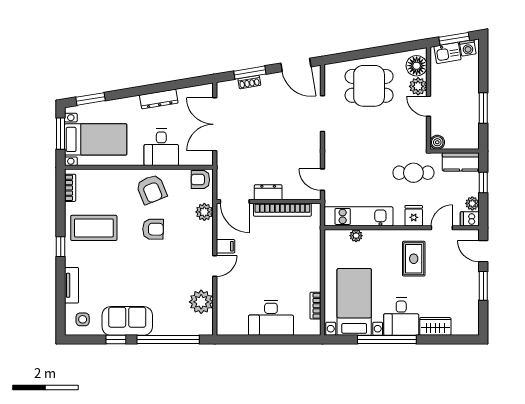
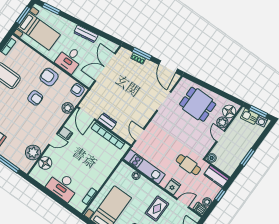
armchair: (151, 189) -> (49, 77), turned 112
floor lamp: (227, 304) -> (45, 163), added

